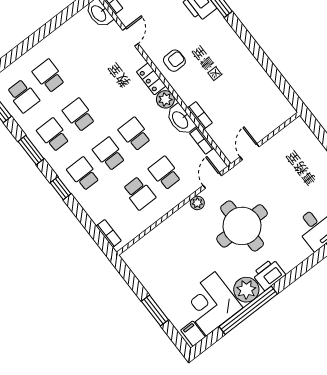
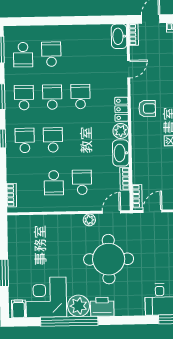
bookcase: (200, 115) -> (137, 196), moved
school desk: (135, 134) -> (80, 96), moved

